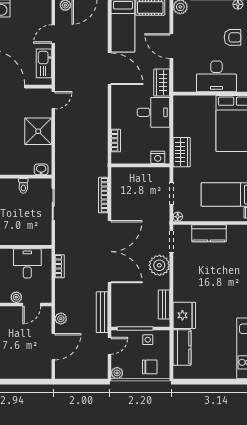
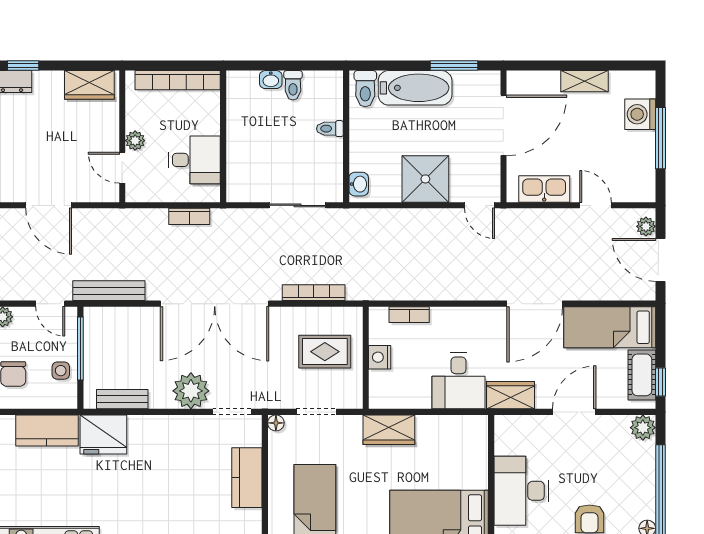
nightstand: (158, 157) -> (380, 357), moved
toilet: (23, 186) -> (330, 129), moved
rug: (137, 189) -> (325, 352), added
plant: (61, 319) -> (98, 219), removed

